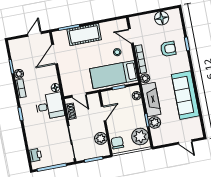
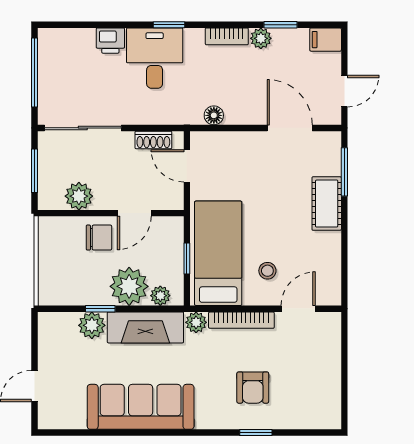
floor lamp: (162, 18) -> (325, 386), removed
door: (35, 34) -> (344, 91), hinge flipped
cot: (84, 35) -> (327, 204), width x0.73, depth x0.75
filing cabinet: (14, 46) -> (326, 40), added
door: (79, 95) -> (187, 166), hinge flipped
desk: (50, 106) -> (155, 58), moved, turned 180
door: (104, 114) -> (134, 213), hinge flipped
plant: (140, 136) -> (129, 286), moved
chair: (117, 143) -> (99, 238), moved
printer: (35, 155) -> (110, 41), moved

